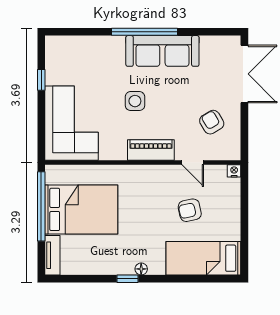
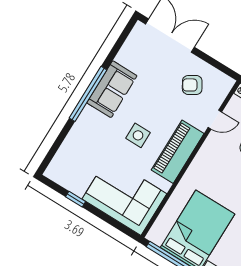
sofa: (162, 51) -> (112, 89), width x0.73
piano: (151, 150) -> (178, 152), width x1.37, depth x1.33

